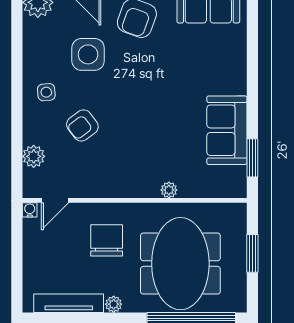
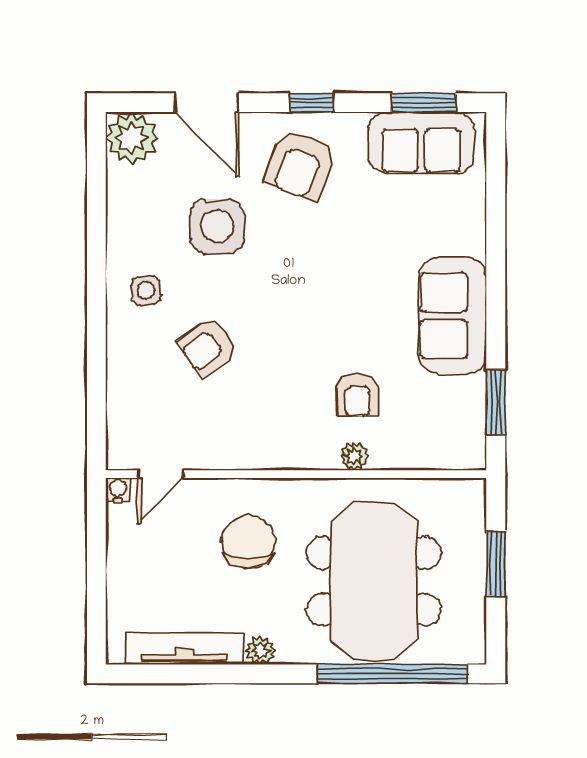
sofa: (227, 130) -> (453, 316), moved
armchair: (171, 154) -> (357, 395), added
plant: (34, 156) -> (125, 399), removed

